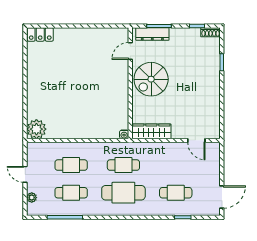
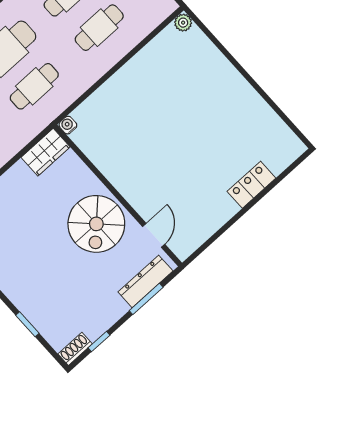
locker: (40, 34) -> (251, 185), moved
spiral stairs: (151, 79) -> (96, 224), turned 180
plant: (36, 129) -> (183, 23), width x0.53, depth x0.53
wardrobe: (151, 131) -> (46, 152), width x0.67

